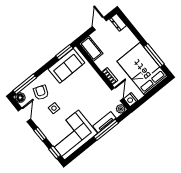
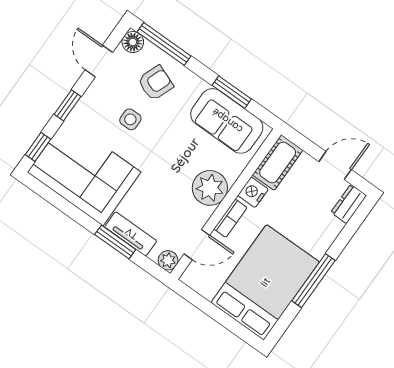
window: (64, 52) -> (232, 92), moved
window: (154, 55) -> (313, 281), moved
plant: (94, 82) -> (210, 188), added
nightstand: (131, 100) -> (253, 192), moved
door: (24, 115) -> (99, 61), swing flipped
window: (106, 130) -> (115, 242), width x0.69

